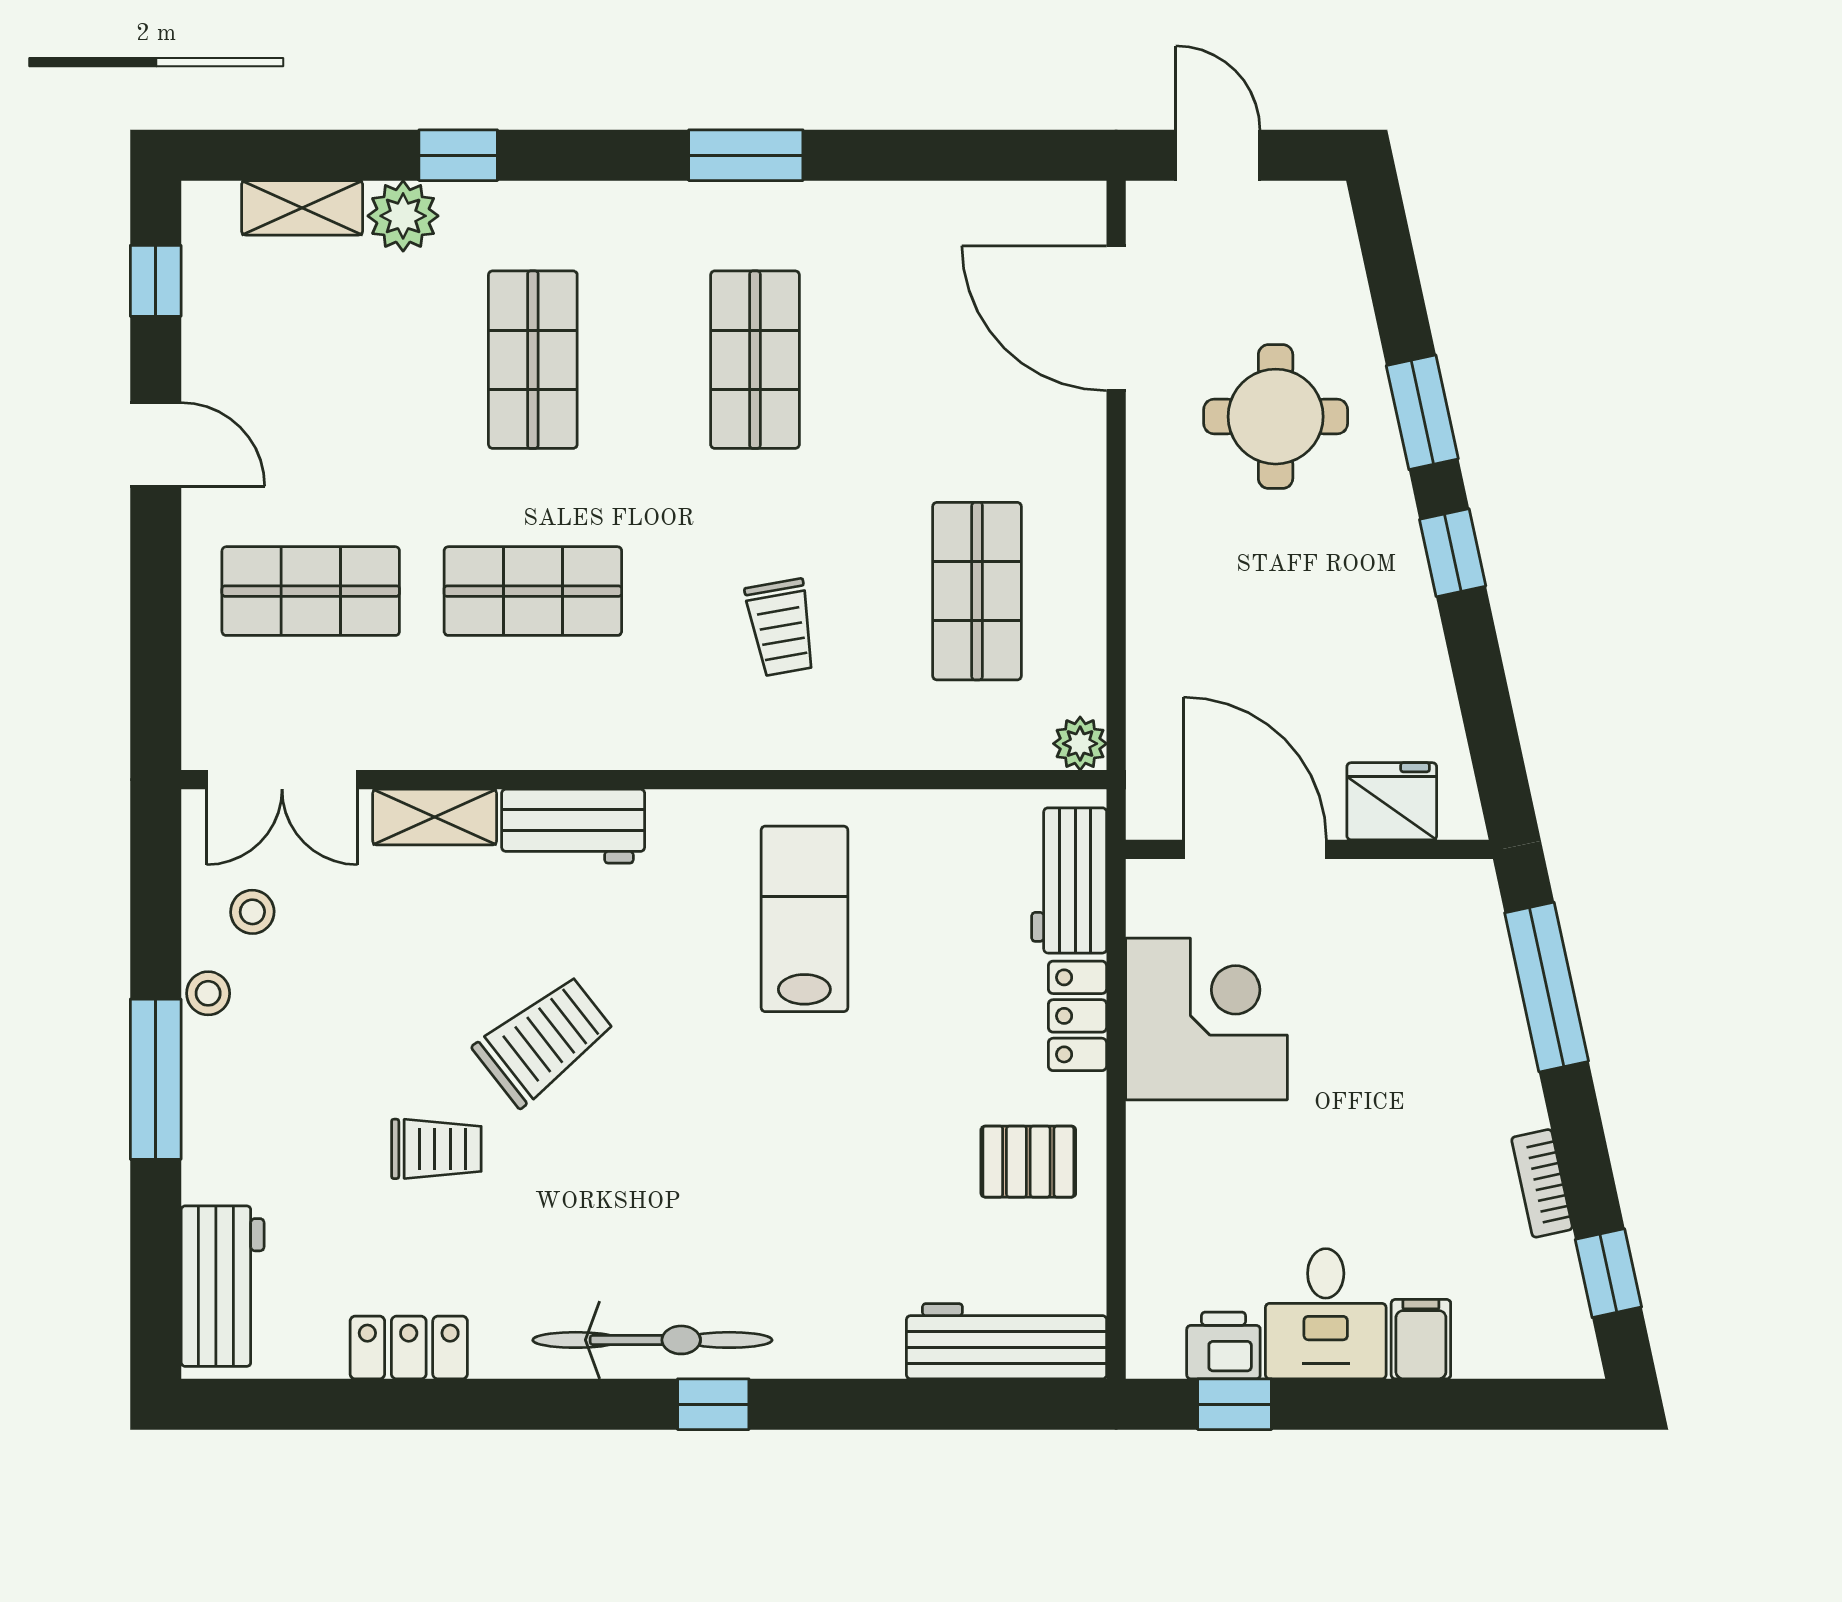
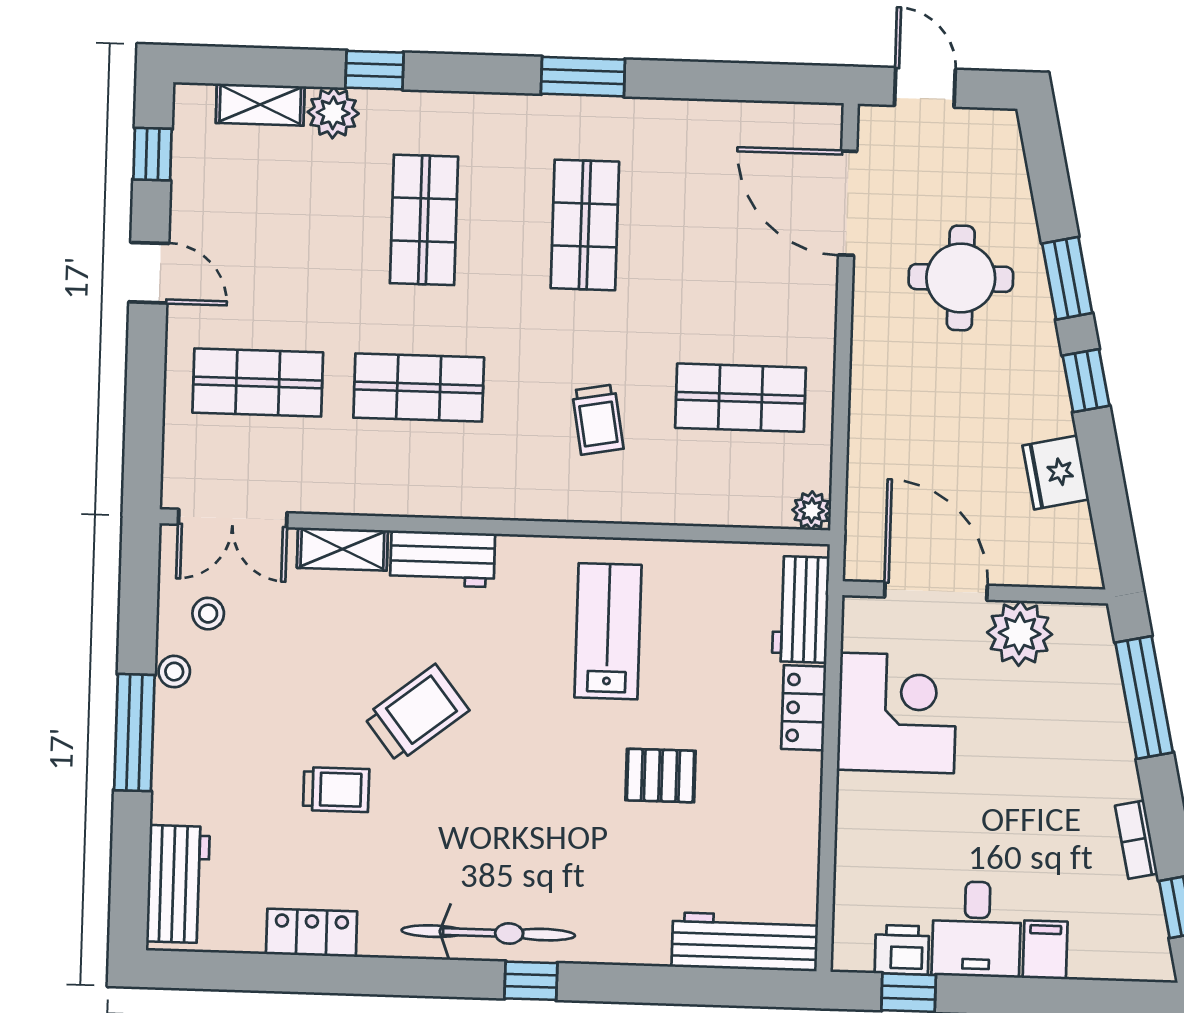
shop shelf: (977, 591) -> (741, 398), turned 90
fridge: (1392, 801) -> (1056, 473), moved, turned -102
plant: (1372, 904) -> (1020, 633), added
pallet: (1028, 1162) -> (661, 776), moved

